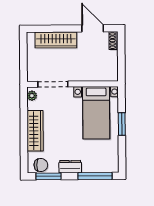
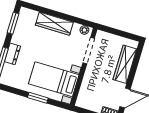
chair: (41, 165) -> (24, 20), removed
dresser: (70, 167) -> (12, 54), moved

